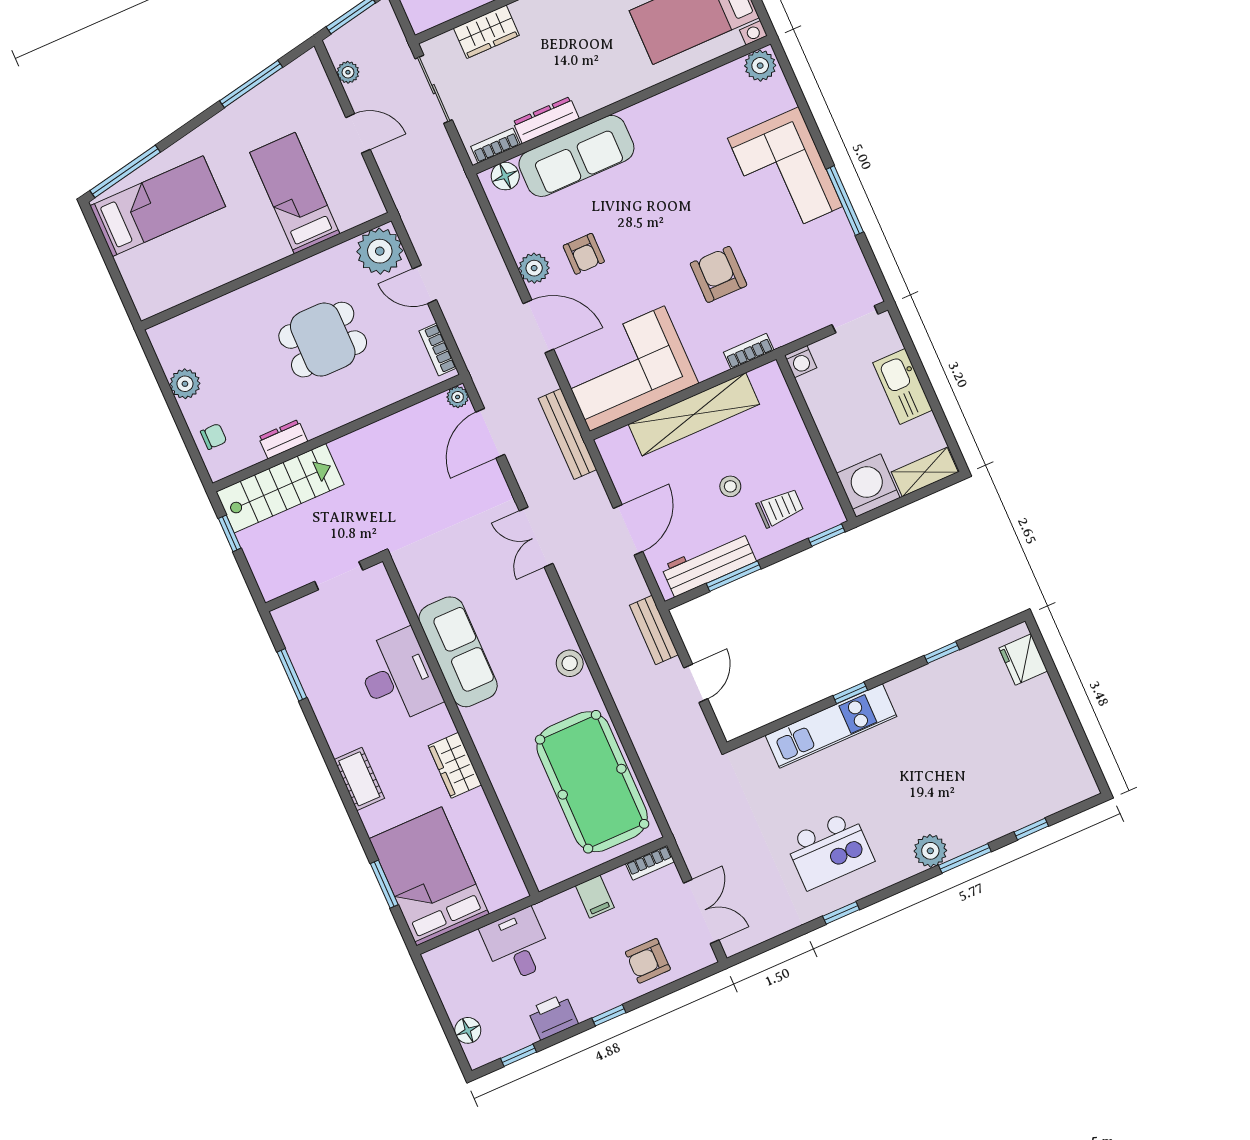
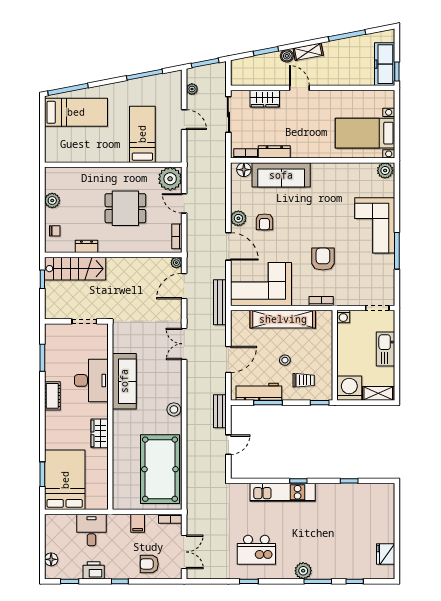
fridge: (1023, 660) -> (386, 554), moved
cot: (359, 779) -> (52, 396), moved

